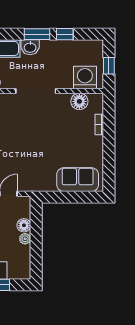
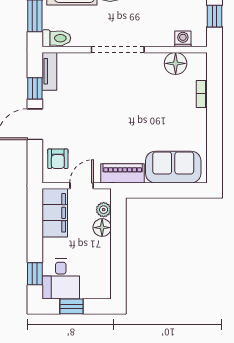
washing machine: (85, 78) -> (183, 39), width x0.53, depth x0.53
piano: (39, 184) -> (123, 173), added
plant: (25, 239) -> (104, 210), moved

